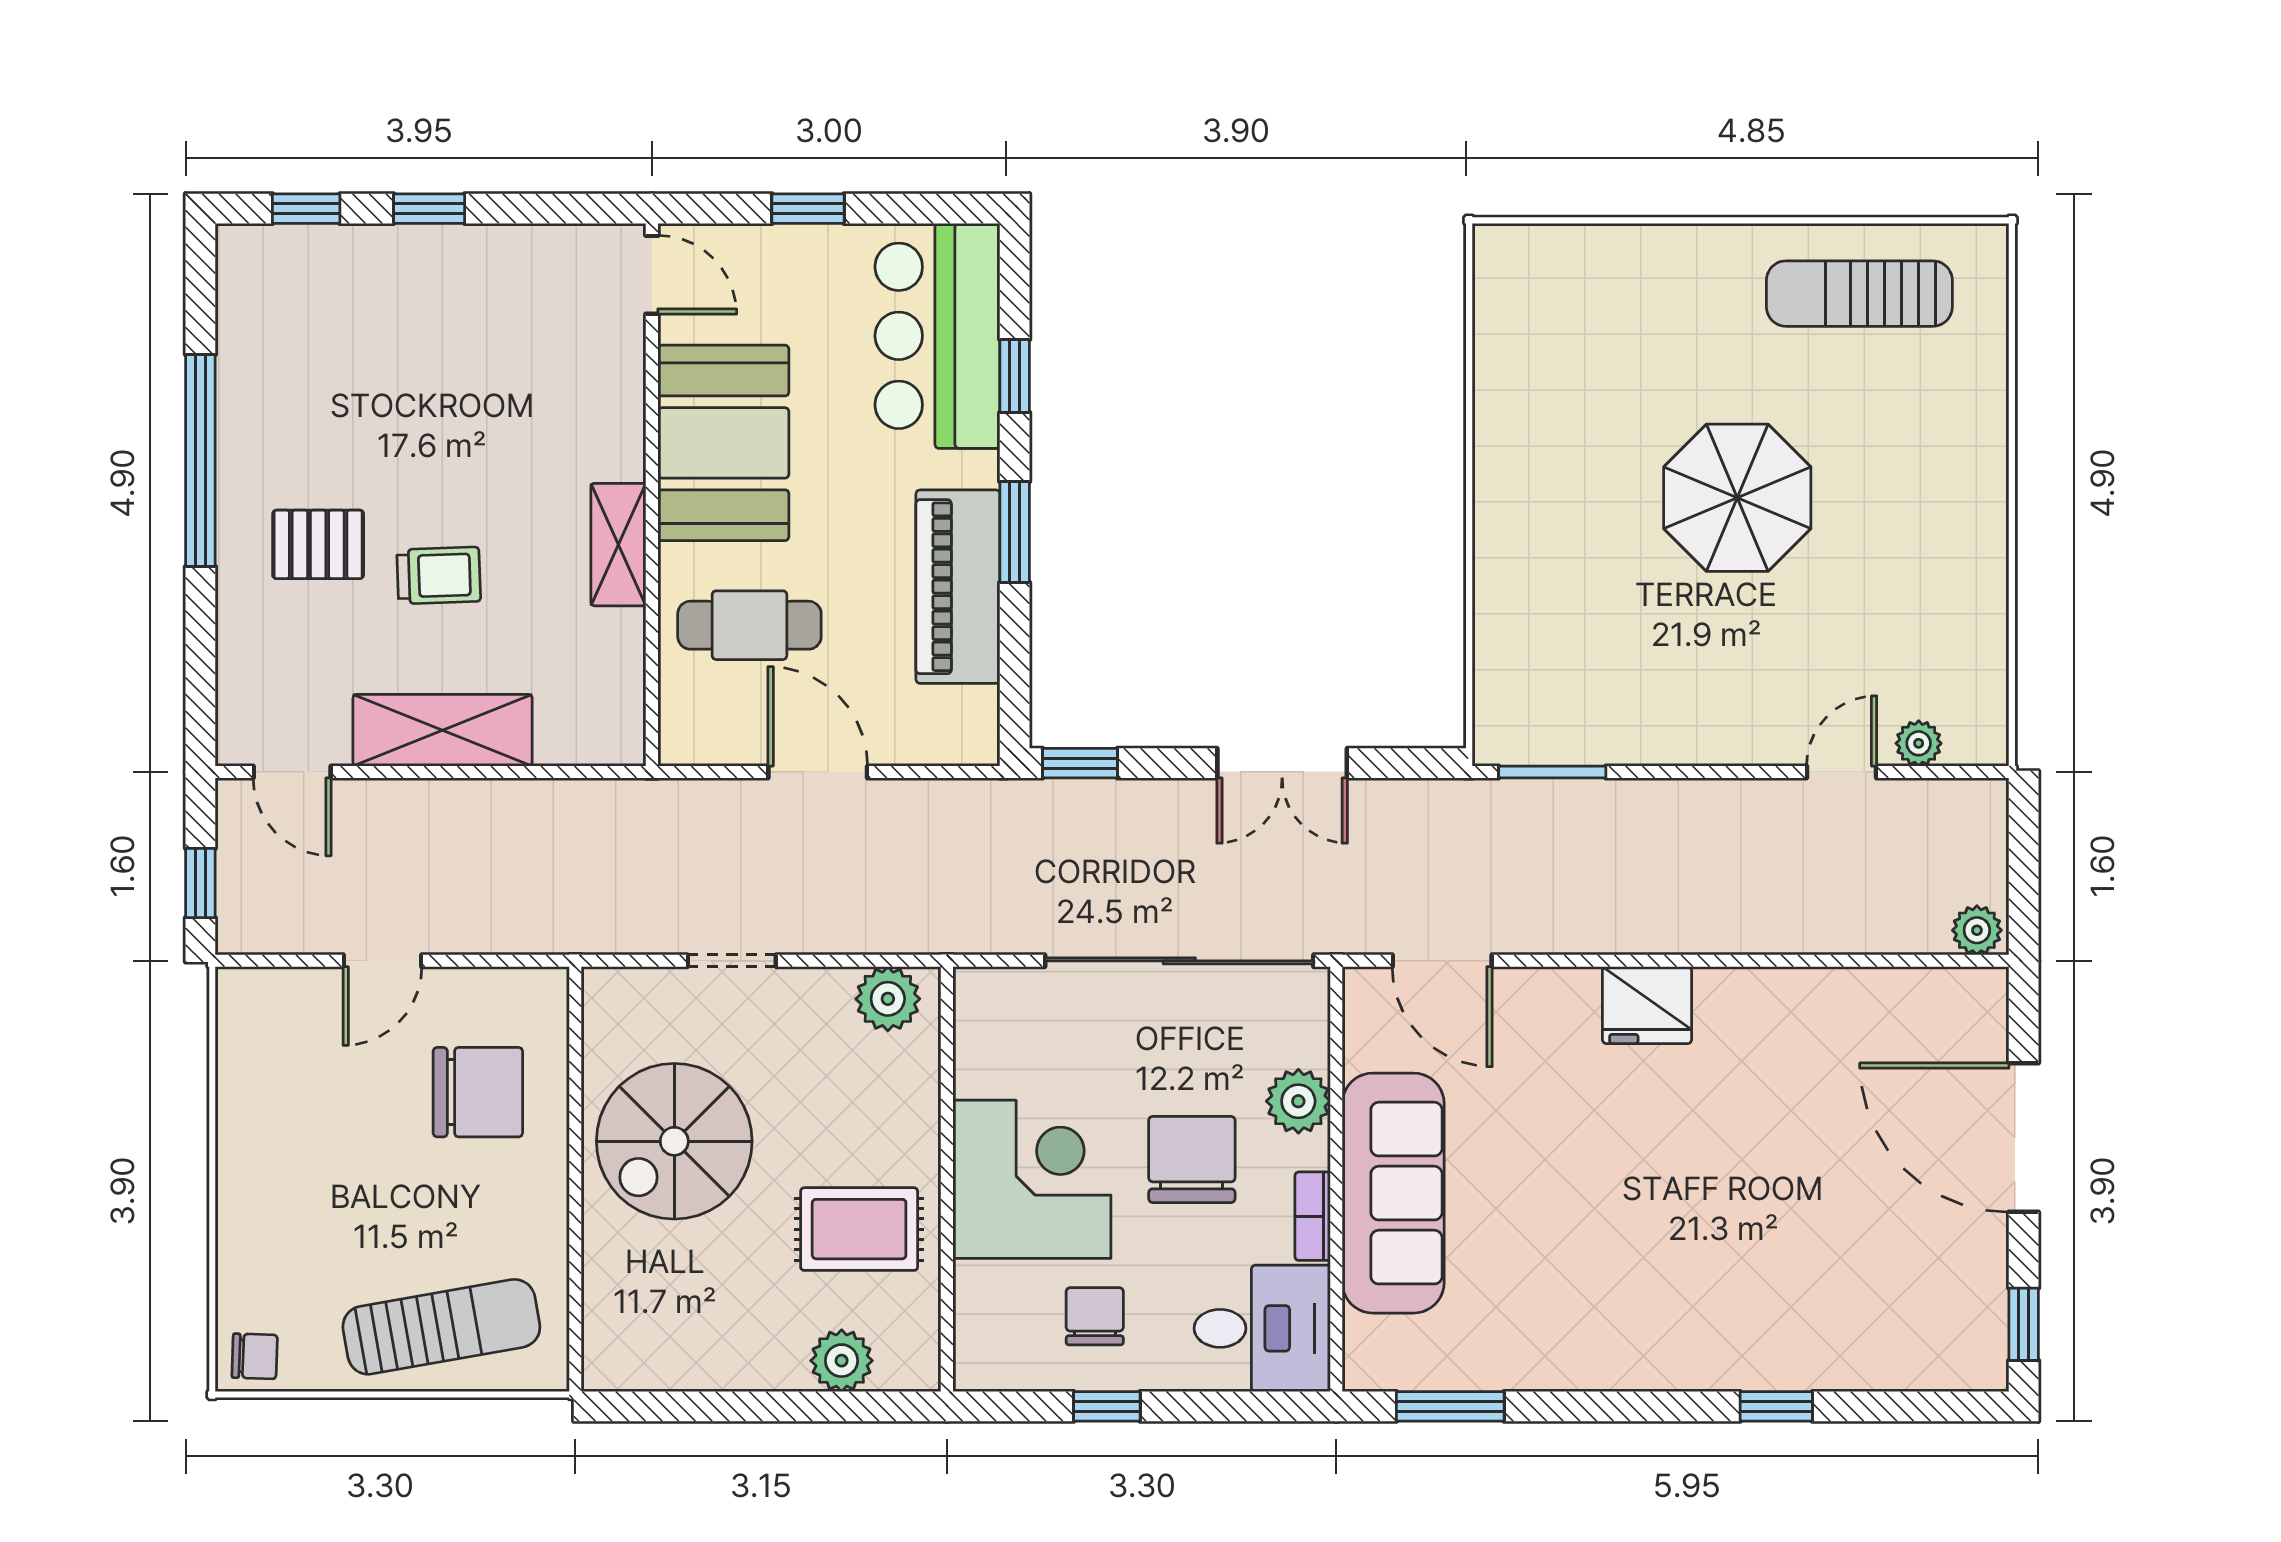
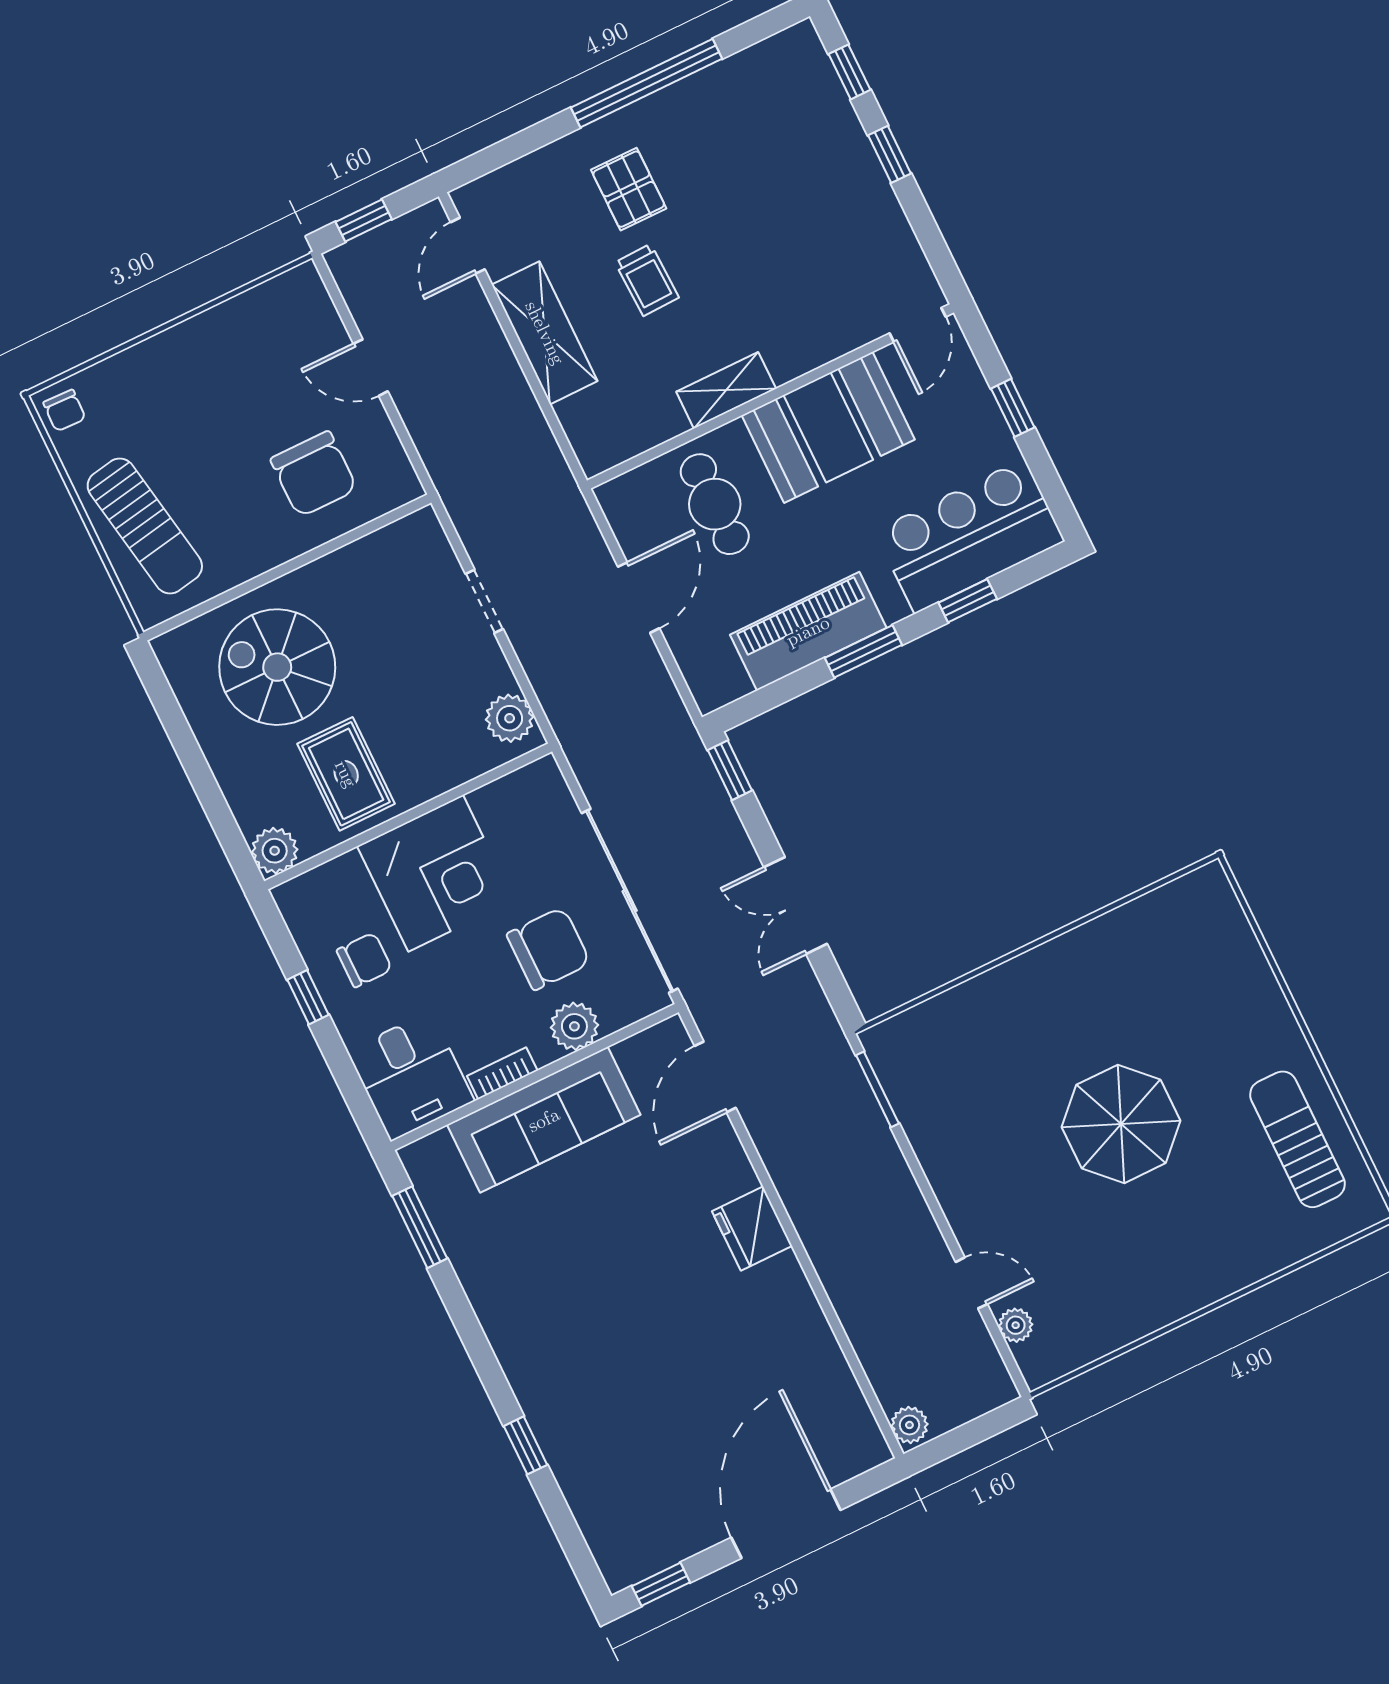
spiral stairs: (674, 1141) -> (277, 667), moved
chair: (1192, 1159) -> (549, 949), moved
plant: (842, 1361) -> (275, 851), moved

